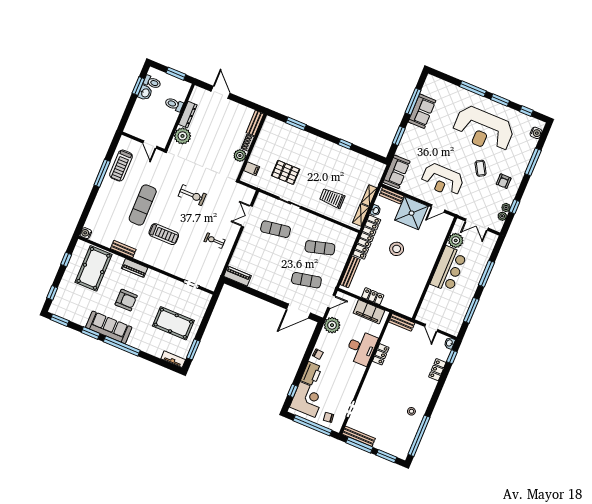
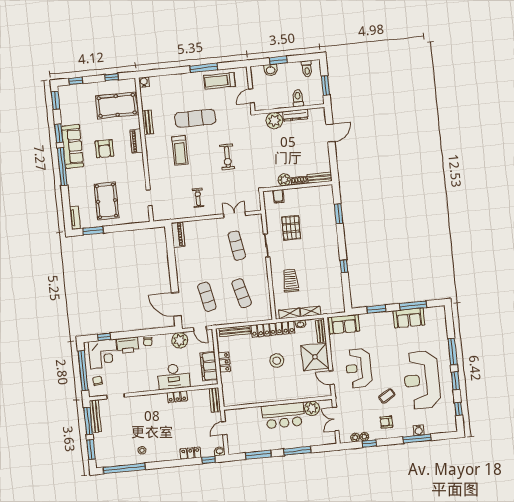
window: (138, 86) -> (278, 60), moved
washbasin: (145, 93) -> (271, 70), moved
water cooler: (536, 133) -> (419, 430), moved

